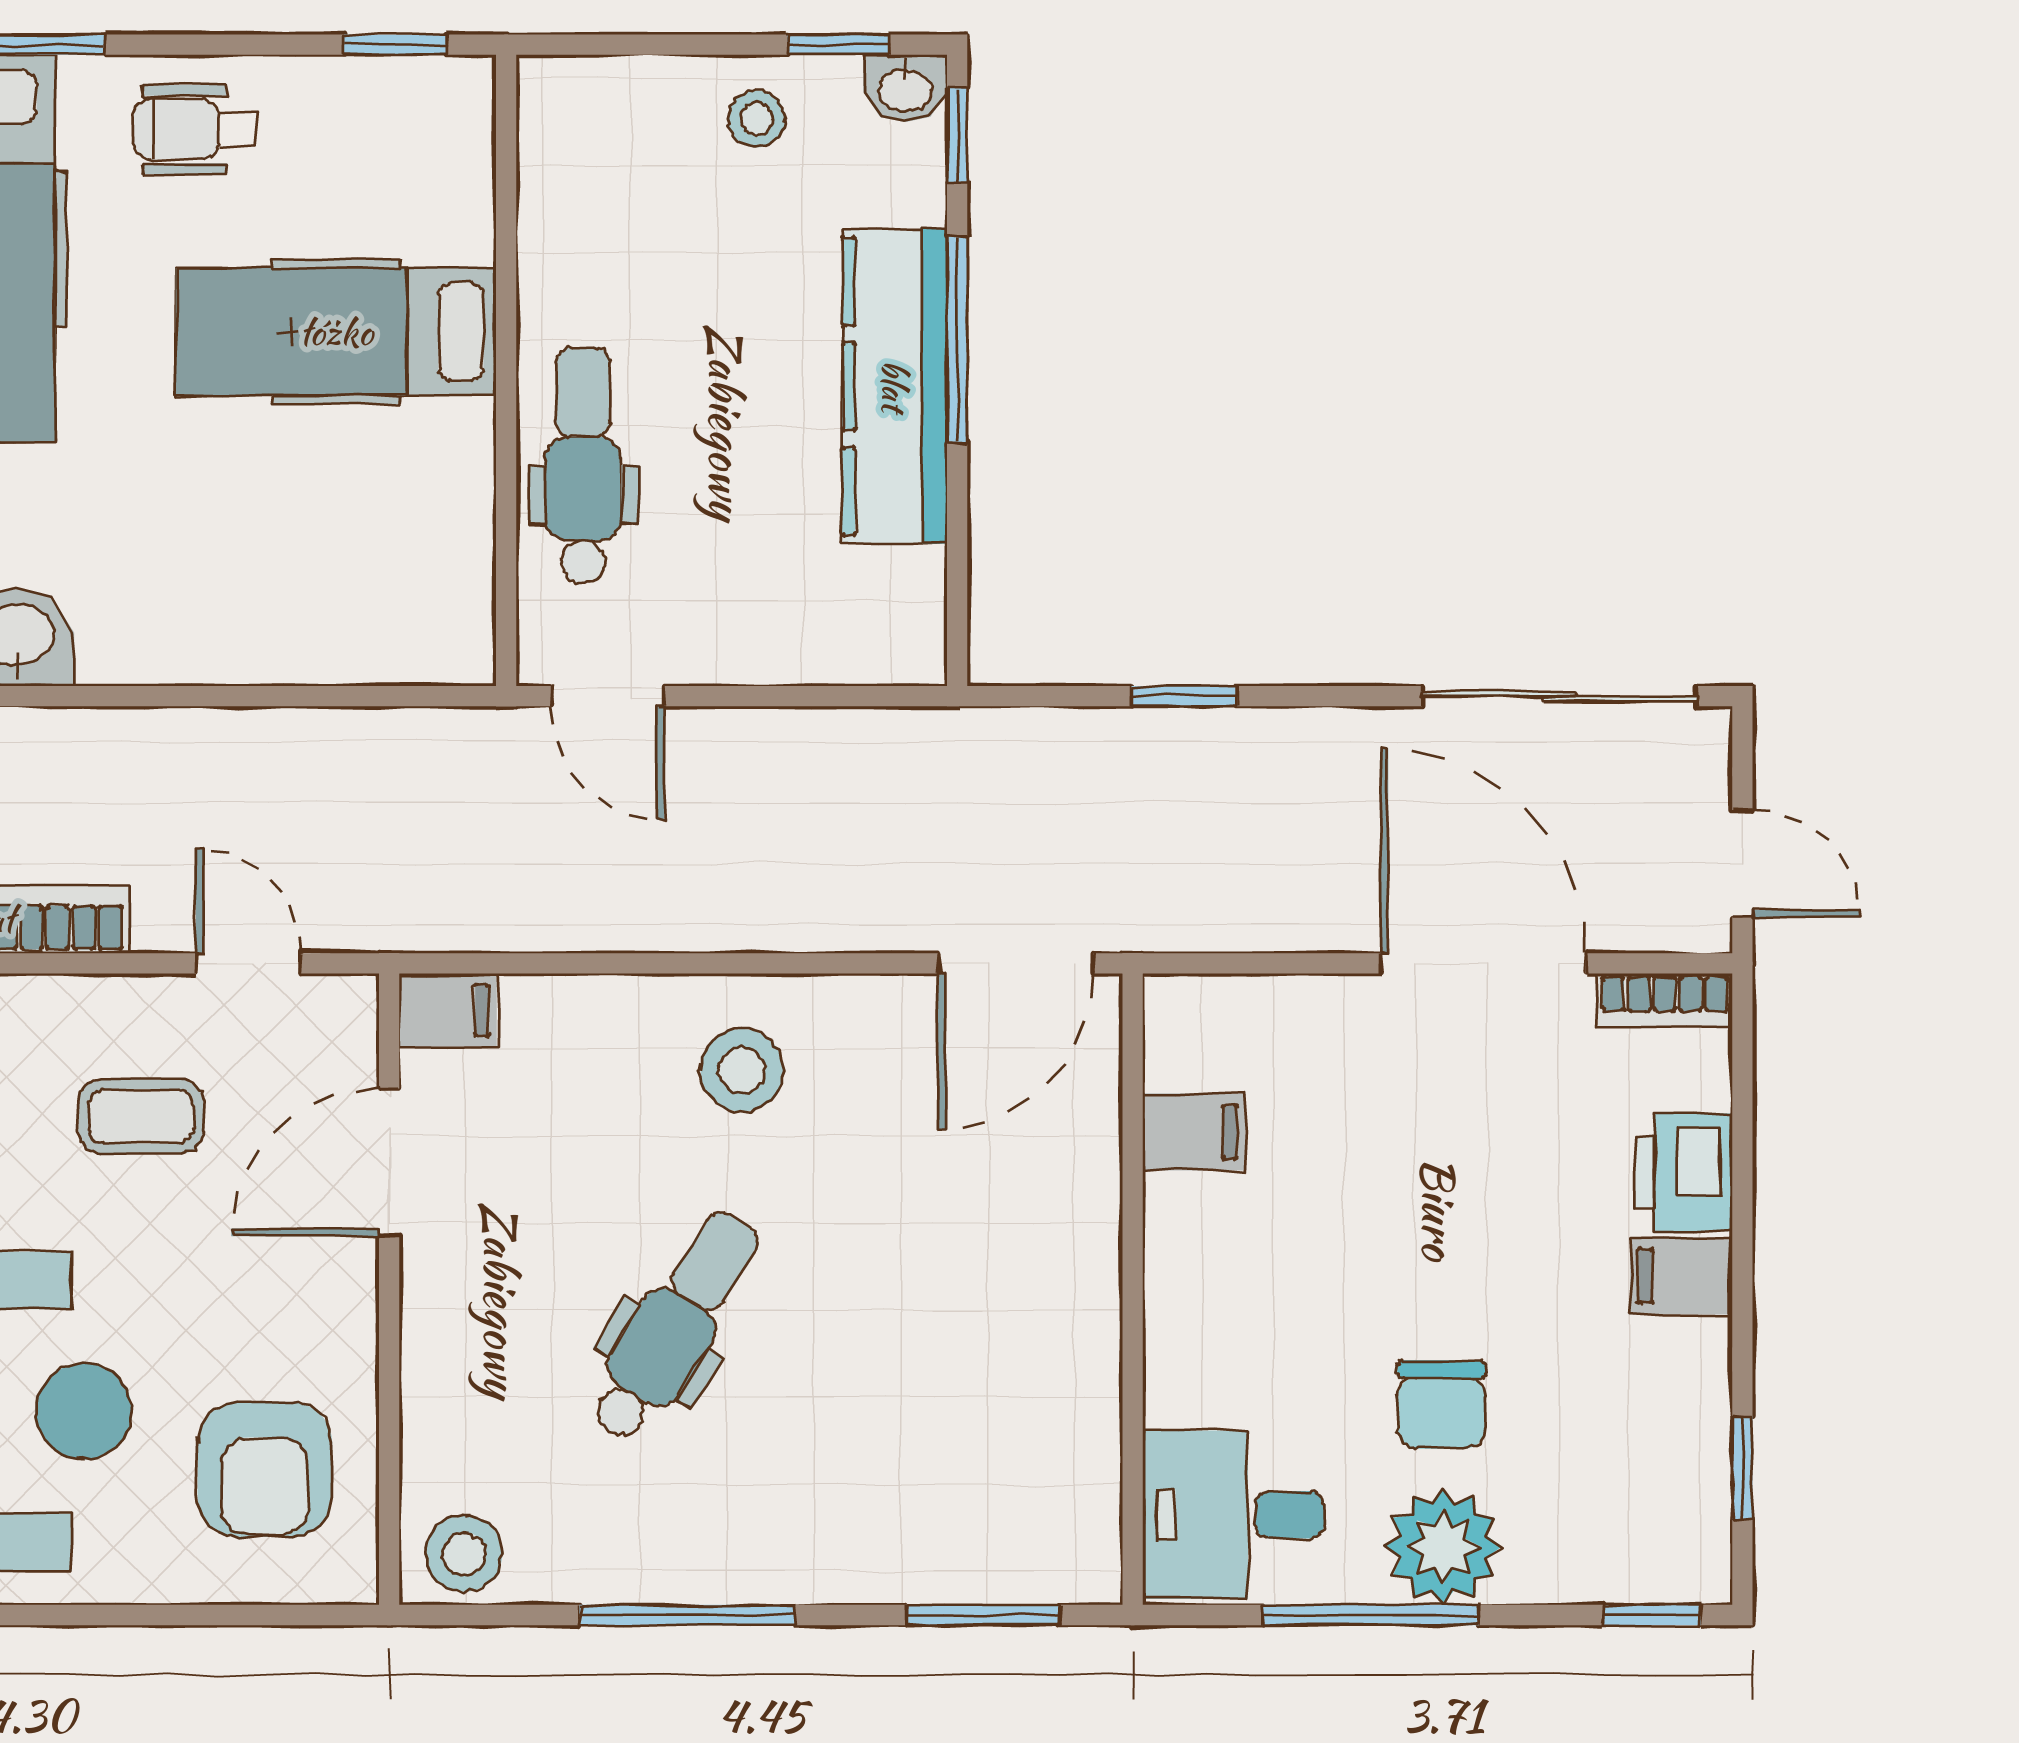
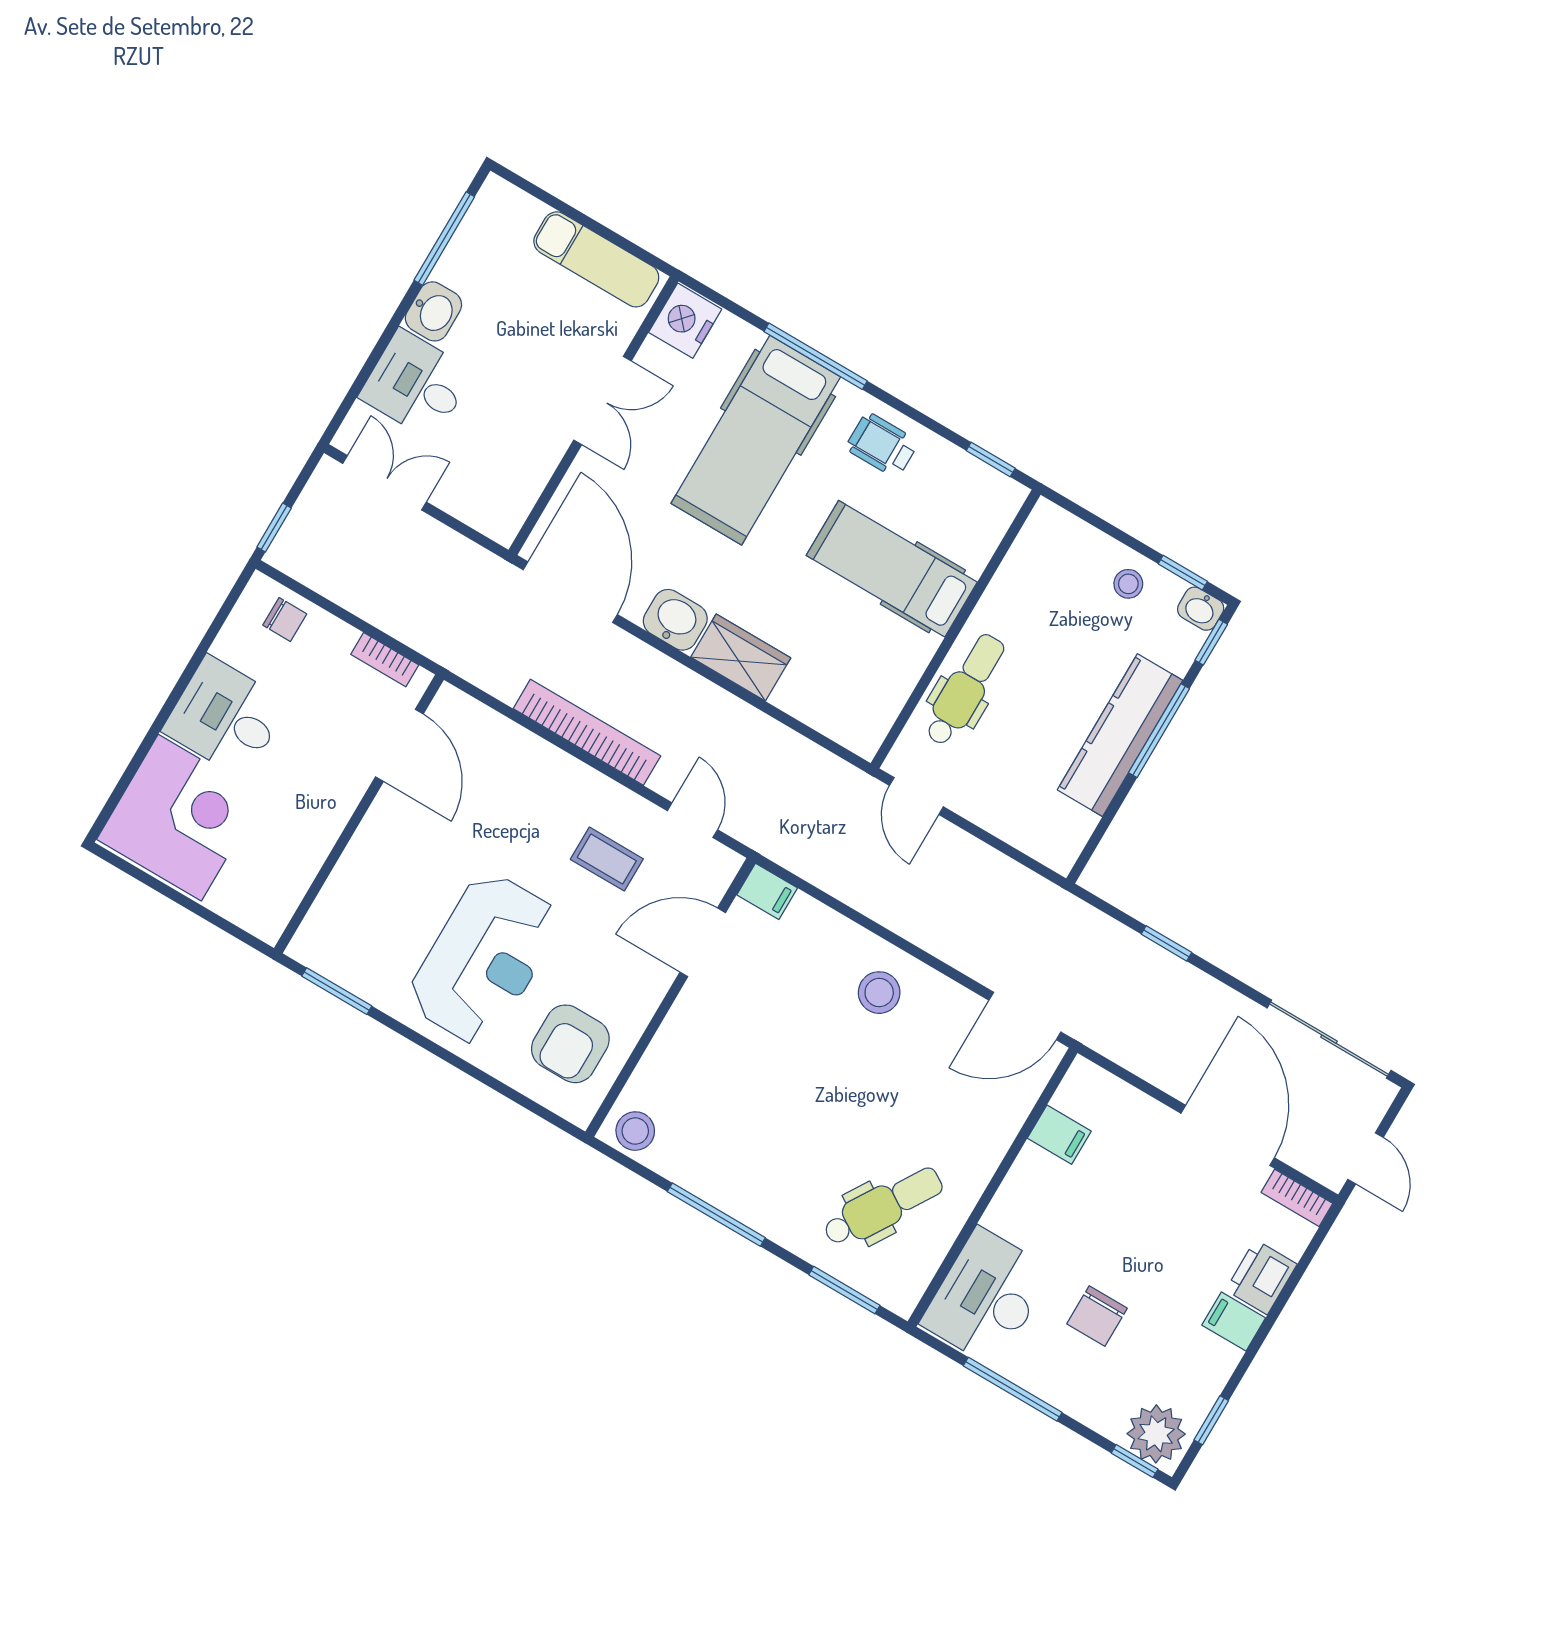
wardrobe: (167, 636) -> (741, 658), added
dental chair: (674, 1326) -> (883, 1207), moved
desk: (1233, 1515) -> (987, 1297), width x1.37
plant: (1443, 1547) -> (1156, 1434), moved

